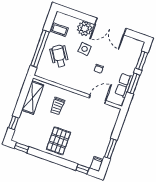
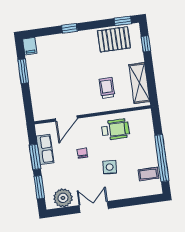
double door: (110, 26) -> (94, 207), width x0.73
plant: (85, 29) -> (63, 198), moved
window: (40, 49) -> (162, 158), moved
wheelchair: (59, 56) -> (115, 129), moved, turned -57
pallet: (59, 141) -> (114, 39), moved, turned 90
window: (82, 169) -> (69, 28), moved

